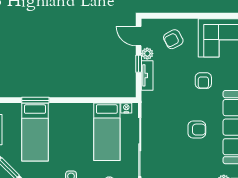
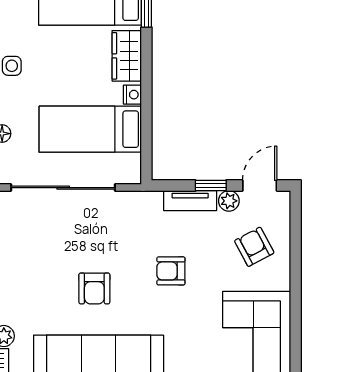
armchair: (203, 81) -> (171, 271), moved
nightstand: (126, 108) -> (132, 95), moved
wardrobe: (65, 111) -> (127, 56), added

